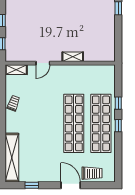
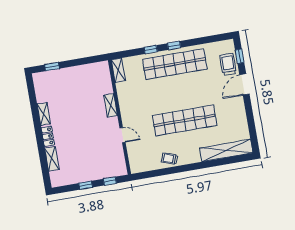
shelving: (16, 70) -> (118, 70), moved
shop shelf: (74, 123) -> (185, 120), moved
window: (32, 185) -> (240, 56), moved

